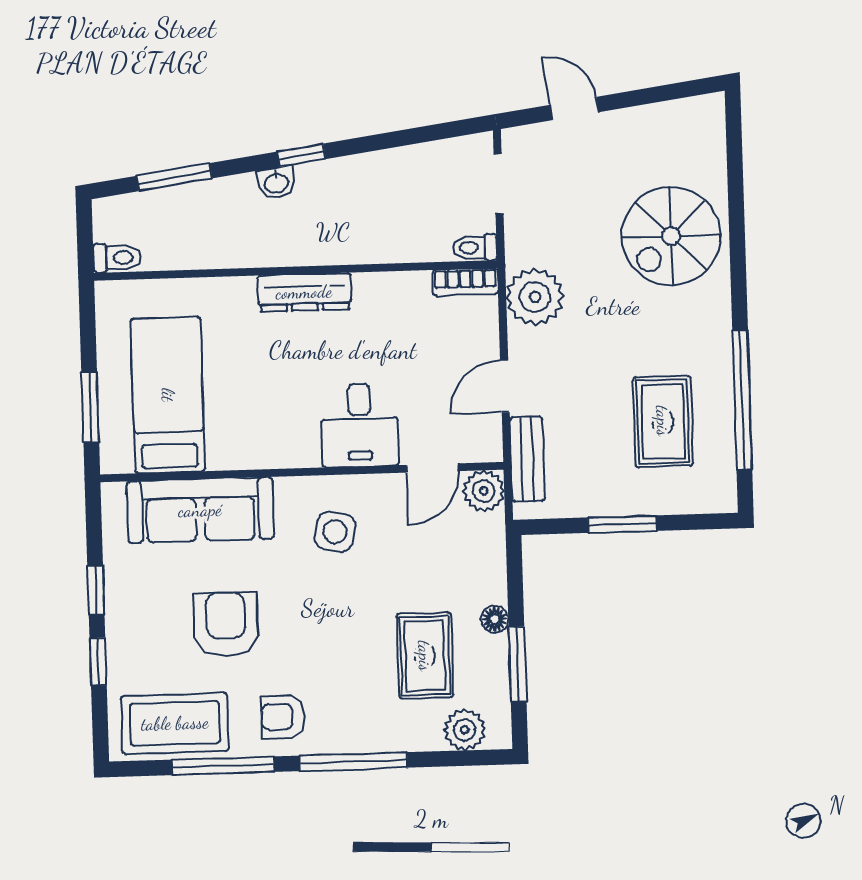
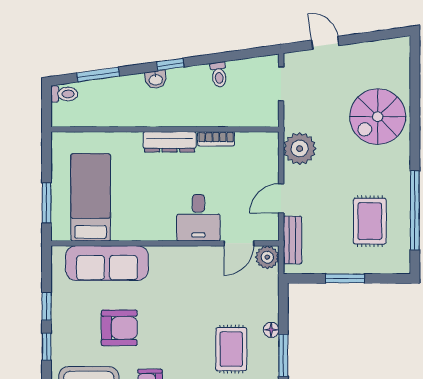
toilet: (475, 247) -> (219, 75), moved, turned -98
toilet: (117, 258) -> (64, 94), moved
bookcase: (465, 282) -> (216, 139), moved
side table: (335, 532) -> (183, 278), removed
armchair: (226, 624) -> (119, 328), turned 90

